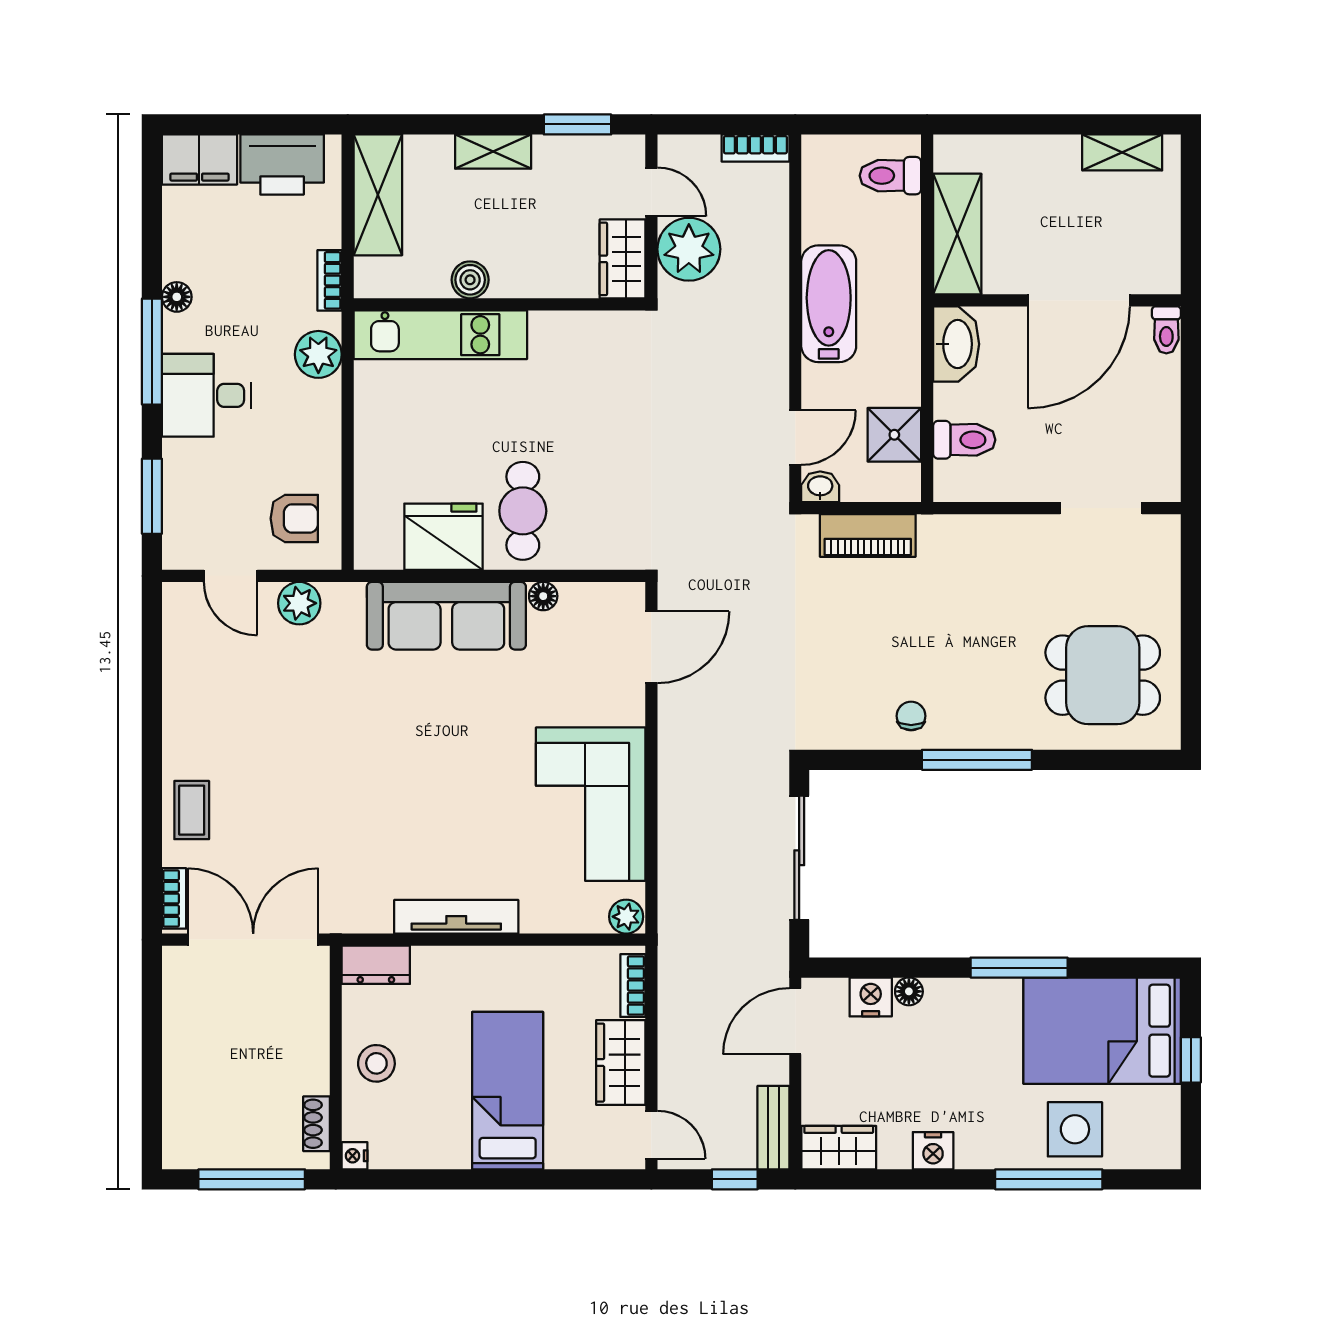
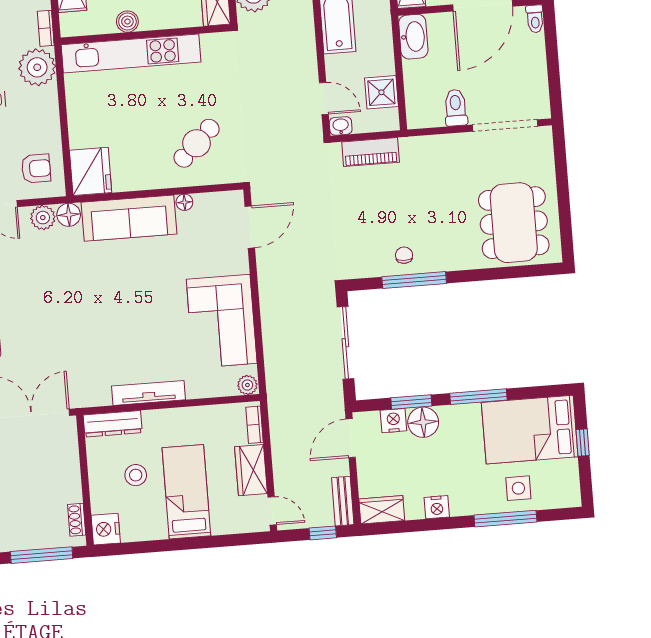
kitchen unit: (440, 335) -> (131, 53), width x1.36
plant: (318, 354) -> (37, 67), width x1.36, depth x1.36
door: (795, 438) -> (324, 99), hinge flipped
toilet: (964, 440) -> (456, 108), moved, turned -90
doorway: (1101, 508) -> (505, 125), width x1.36
cafe table: (523, 511) -> (197, 143), moved, turned 46
fridge: (444, 537) -> (91, 171), moved, turned 90
floor lamp: (344, 602) -> (69, 215), added
dining table: (1103, 675) -> (514, 223), width x1.38
window: (977, 760) -> (414, 280), moved
dresser: (376, 965) -> (113, 424), width x1.44
window: (904, 968) -> (411, 402), added
floor lamp: (909, 991) -> (423, 422), width x1.89, depth x1.89
stool: (376, 1063) -> (136, 475), moved
side table: (1075, 1129) -> (518, 488), width x0.73, depth x0.73
nightstand: (355, 1156) -> (106, 529), width x1.89, depth x1.79

